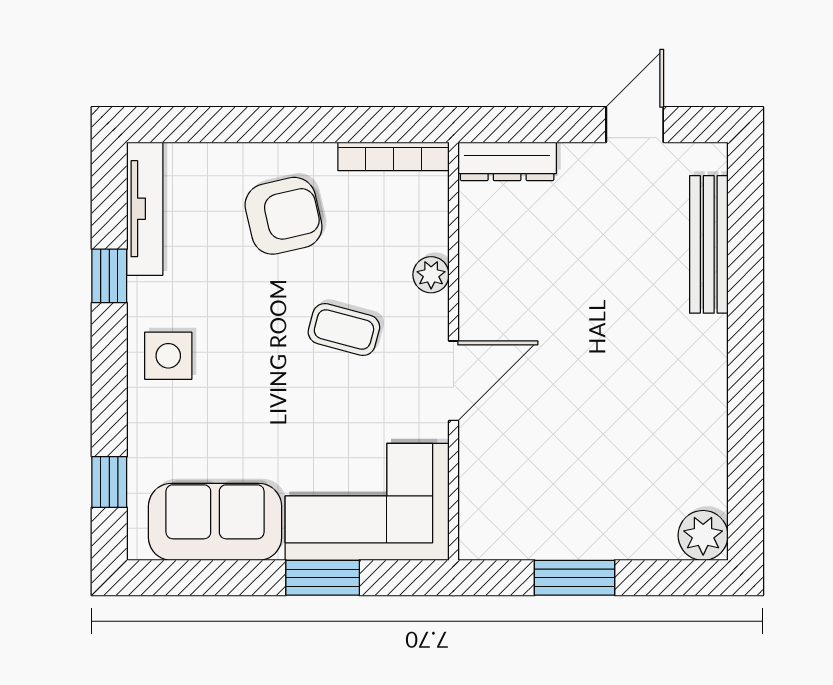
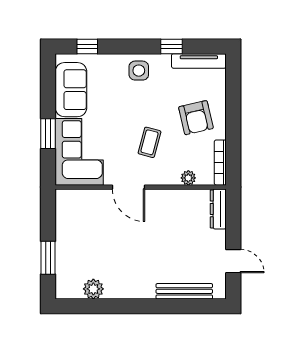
plant: (431, 275) -> (188, 178), moved
plant: (703, 535) -> (93, 289), moved
window: (575, 578) -> (48, 258), moved

